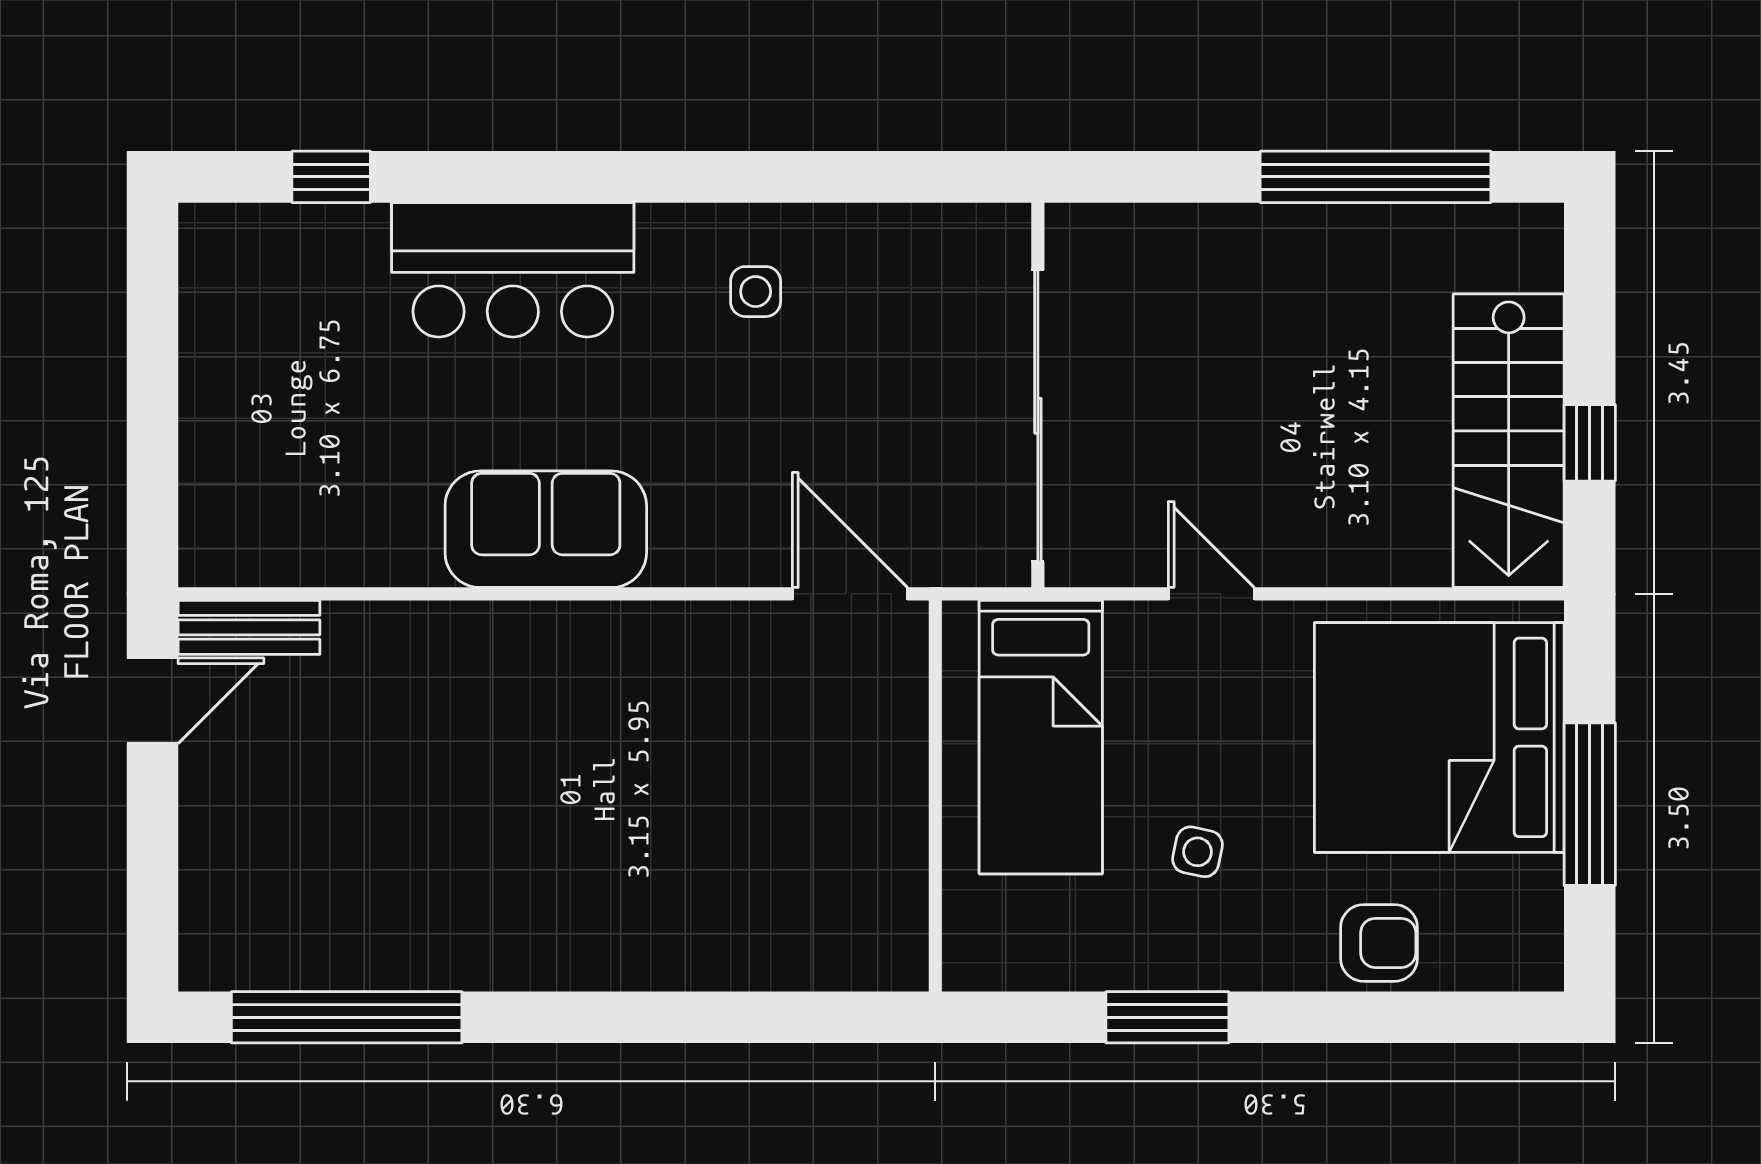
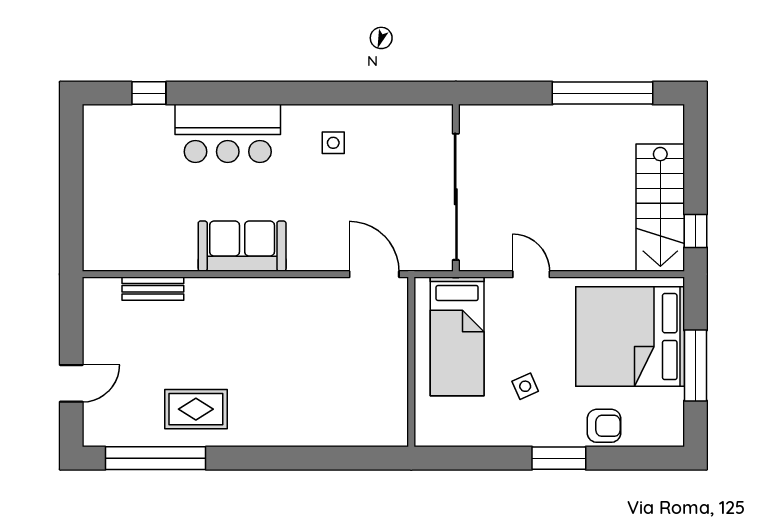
window: (1590, 443) -> (695, 231), moved
bench: (249, 627) -> (153, 289), moved
door: (153, 701) -> (71, 383), moved
side table: (1198, 852) -> (525, 386), turned -36
rug: (440, 905) -> (196, 409), added
window: (1167, 1017) -> (559, 458), moved

